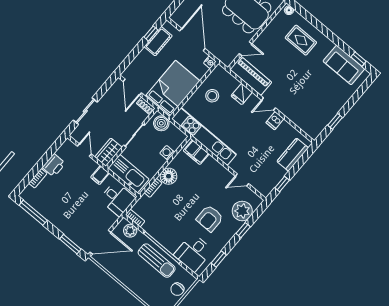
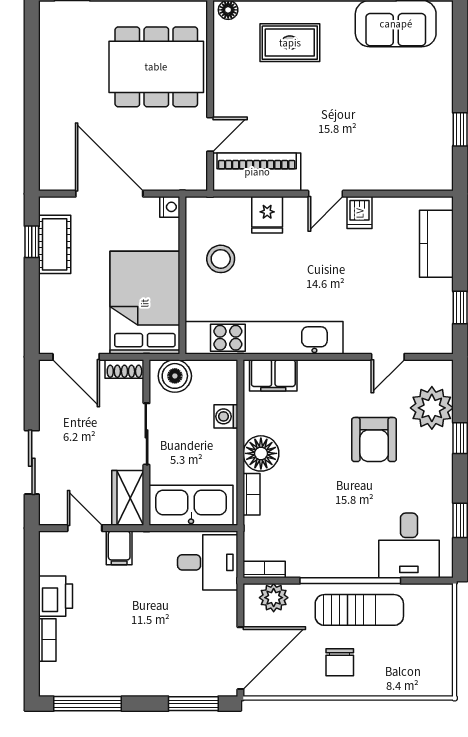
filing cabinet: (100, 175) -> (119, 548), moved
armchair: (210, 218) -> (374, 440), moved
chair: (177, 289) -> (340, 662), moved

